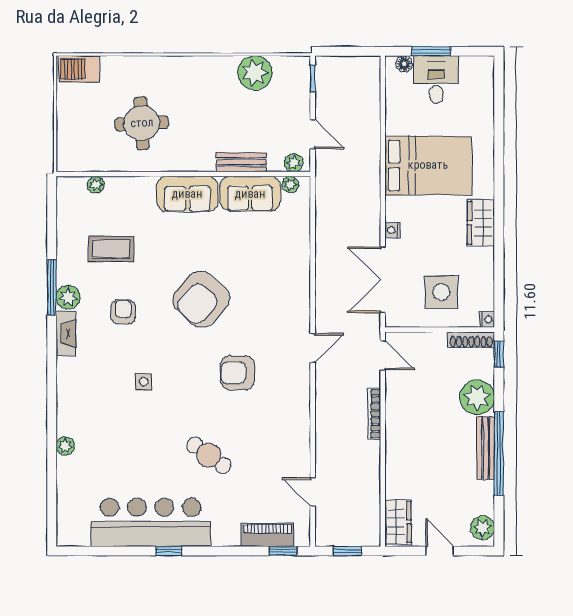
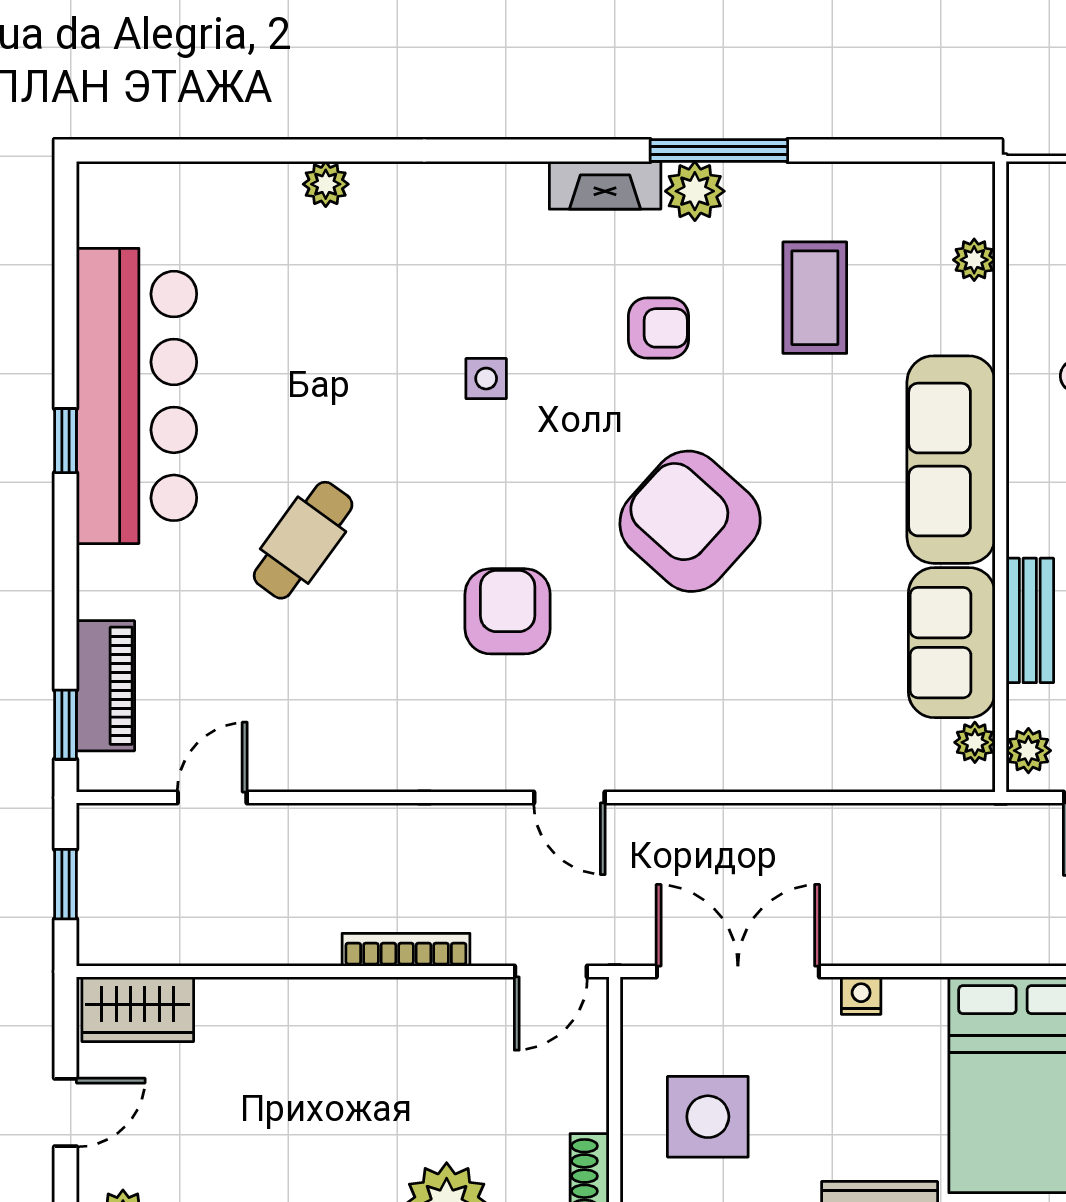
sofa: (187, 194) -> (951, 460), width x1.36

